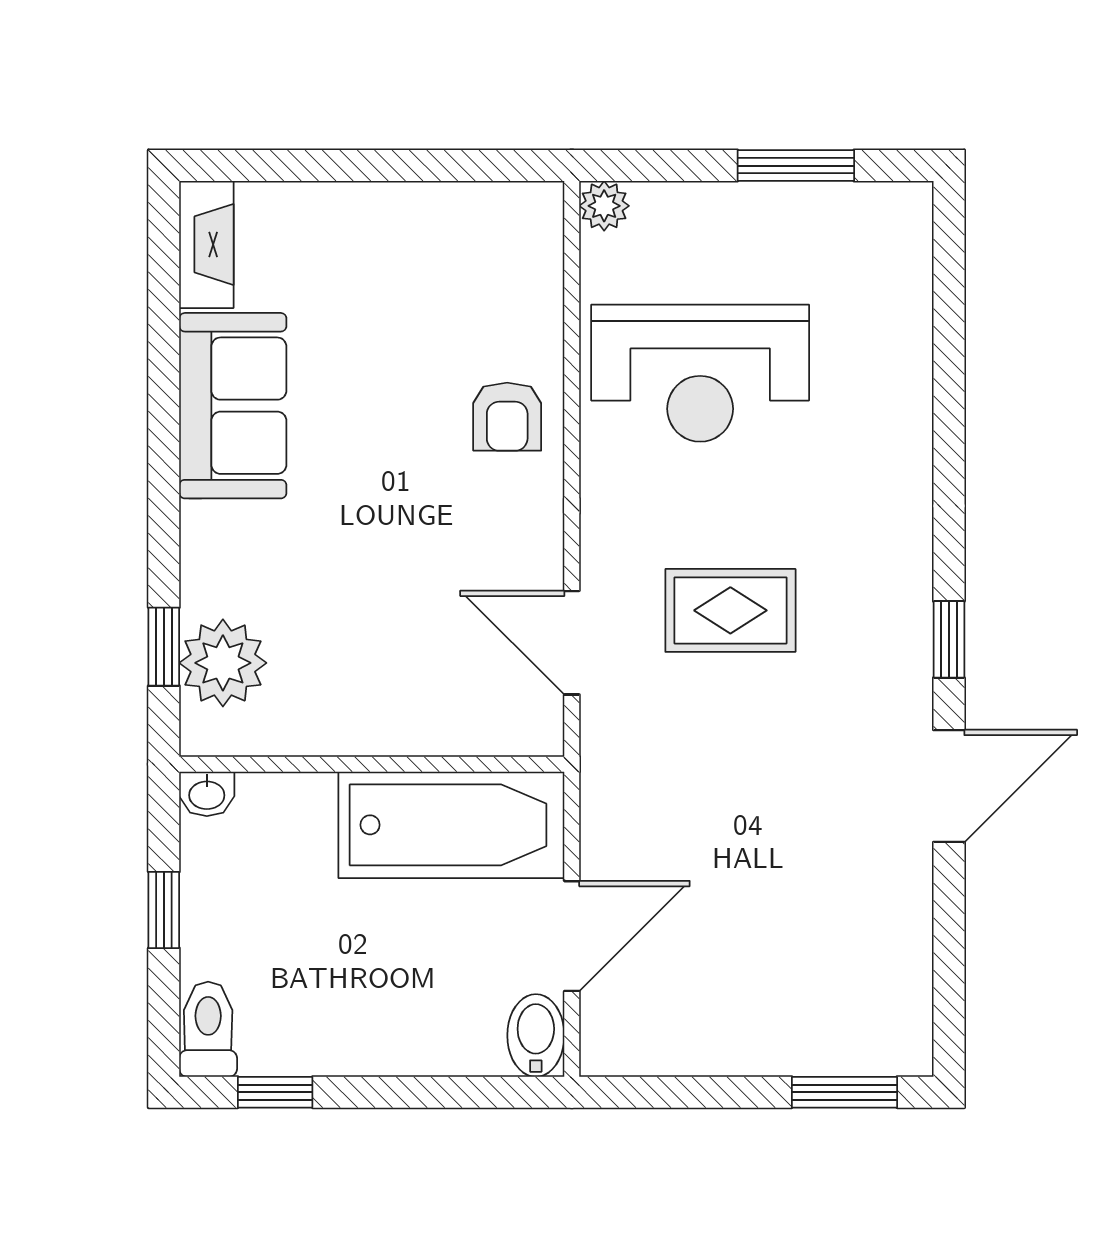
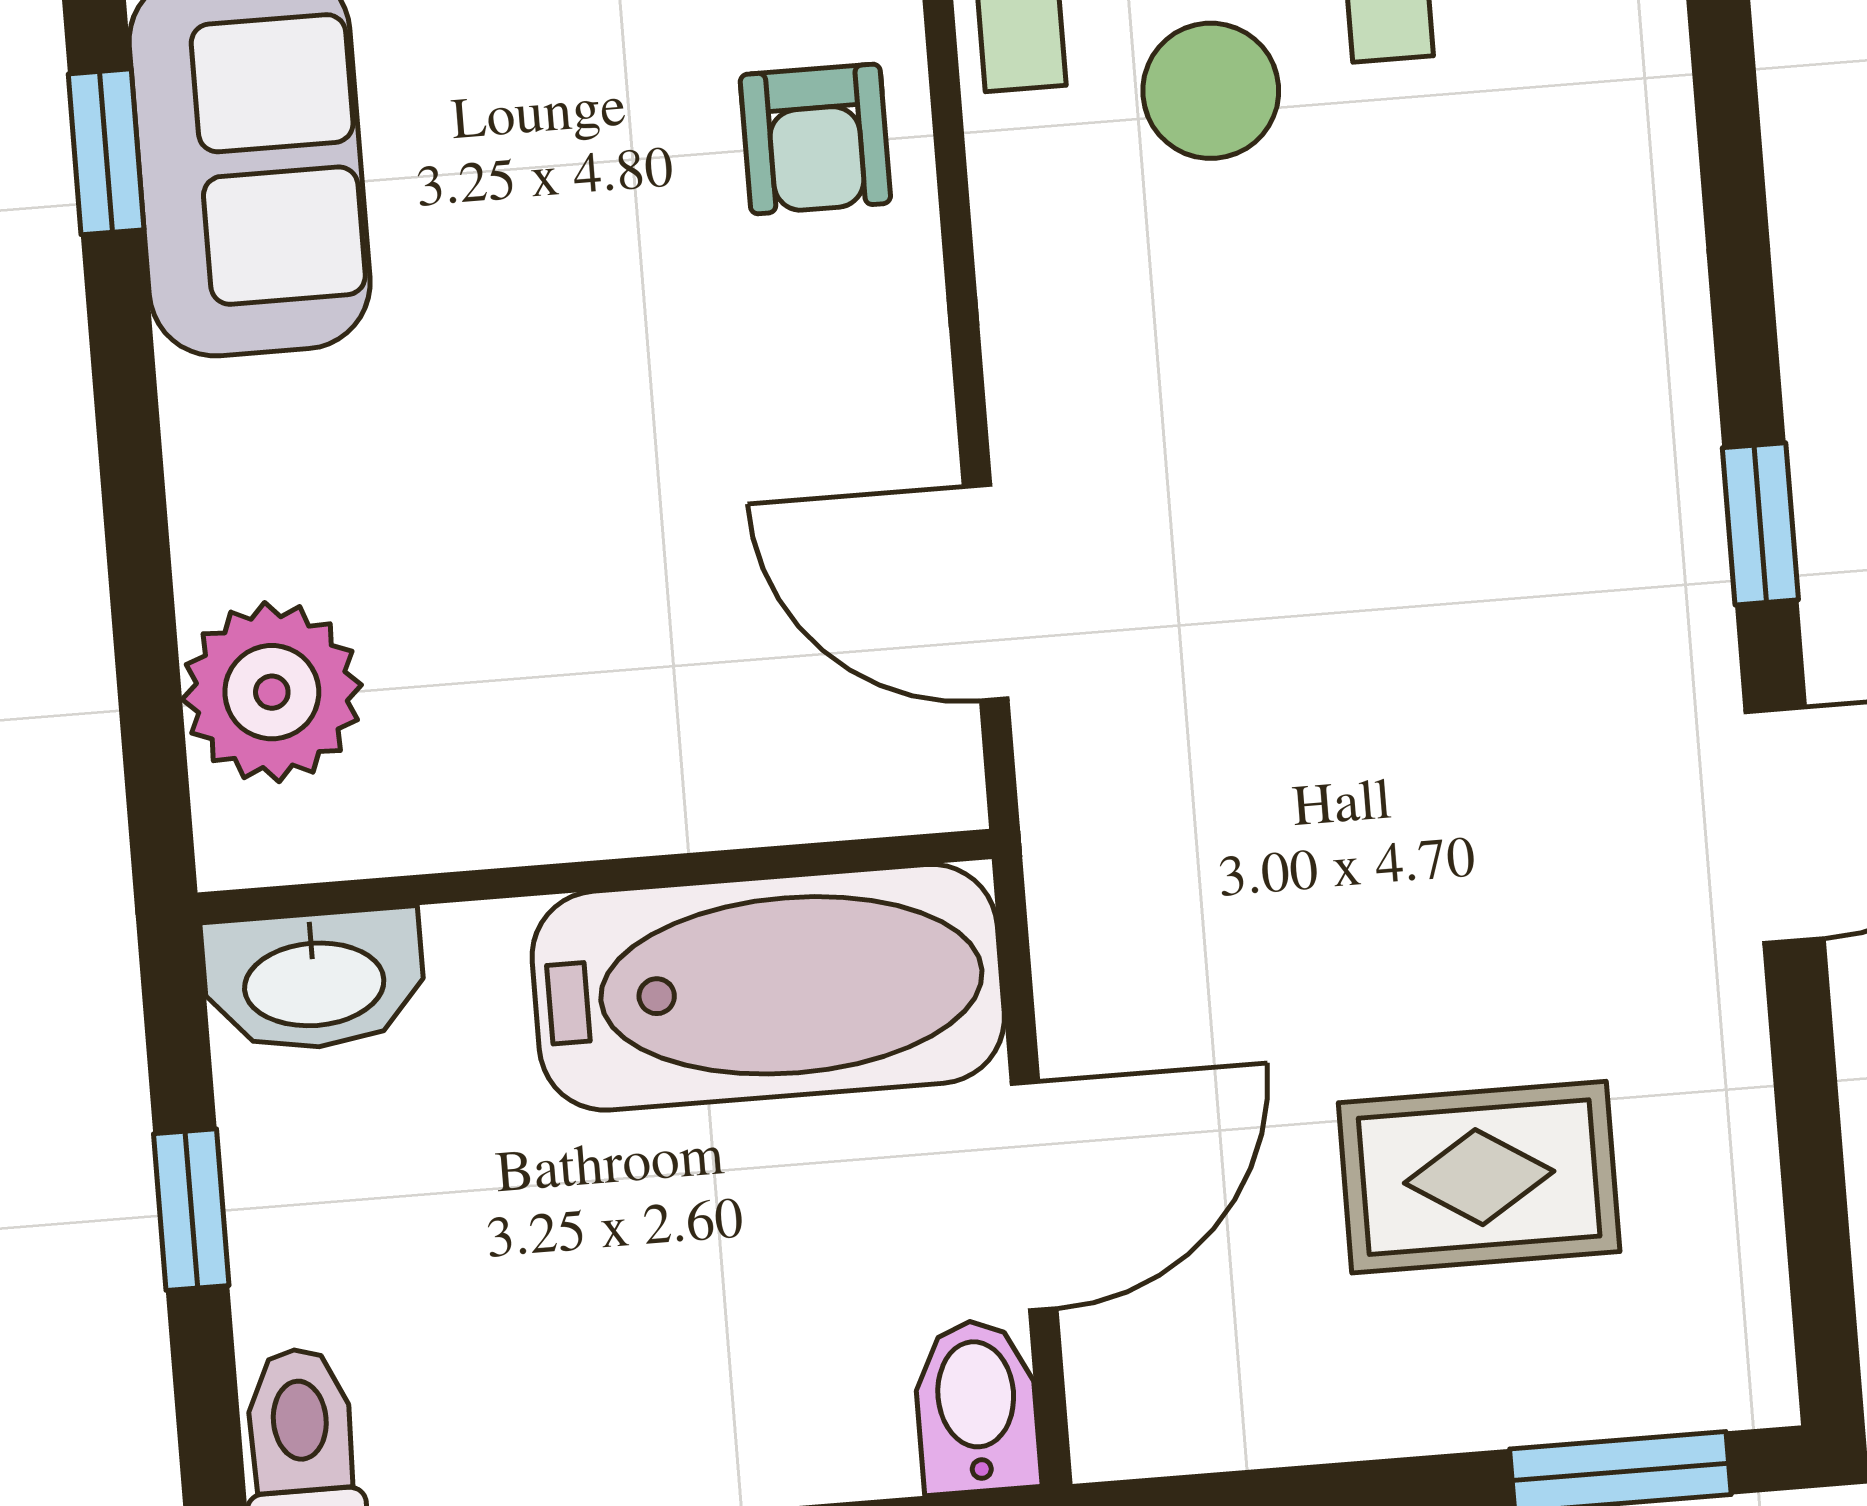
rug: (730, 610) -> (1479, 1177), moved
window: (164, 647) -> (106, 152), moved
washbasin: (207, 794) -> (314, 980), width x1.91, depth x1.45

